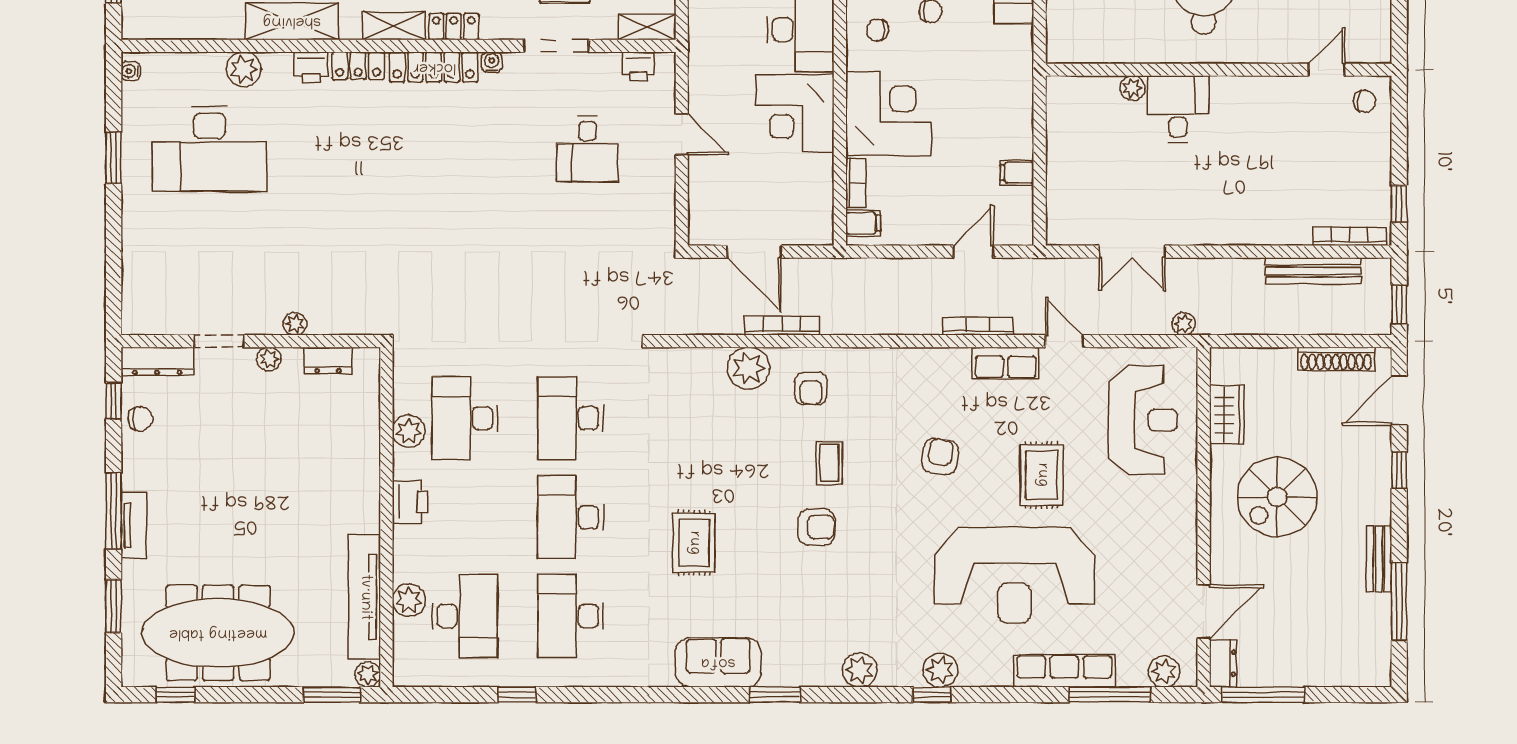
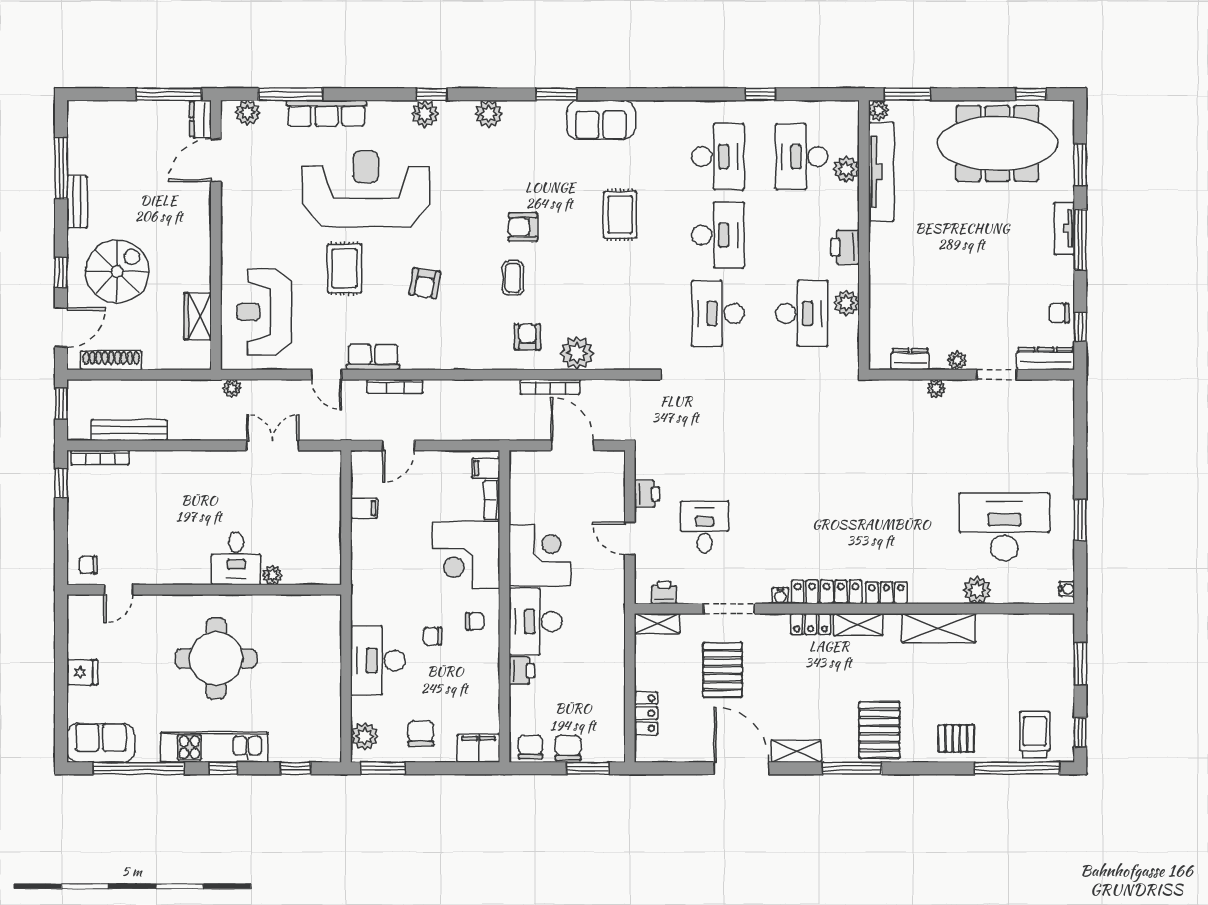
printer: (311, 67) -> (647, 494), moved, turned 90
desk: (571, 418) -> (718, 313), turned 180
spiral stairs: (1277, 497) -> (117, 271), moved

